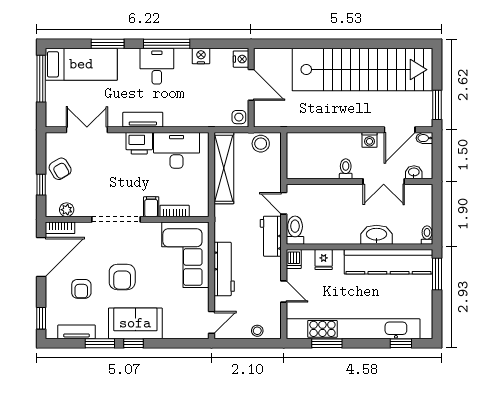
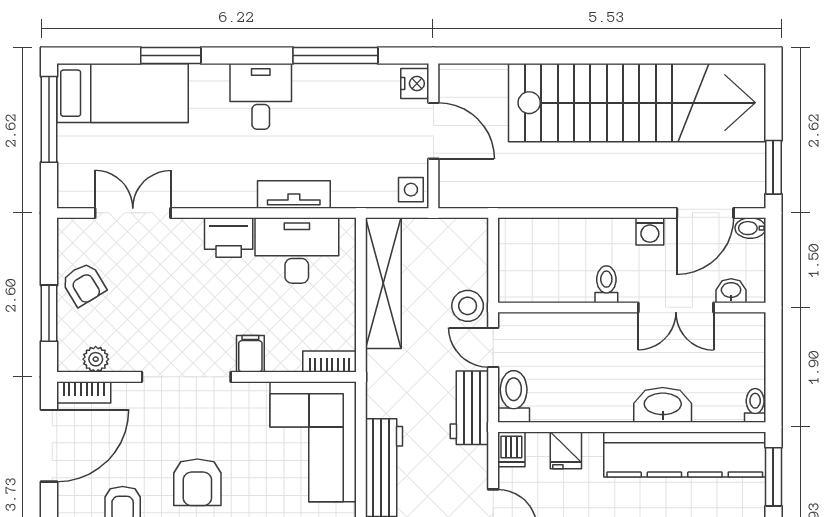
window: (167, 44) -> (335, 55), moved
nightstand: (201, 56) -> (341, 78), removed
tv unit: (143, 120) -> (294, 194), moved
stool: (261, 144) -> (468, 306), moved
window: (41, 185) -> (49, 313), width x1.50
bookcase: (175, 211) -> (330, 361), moved

